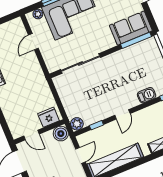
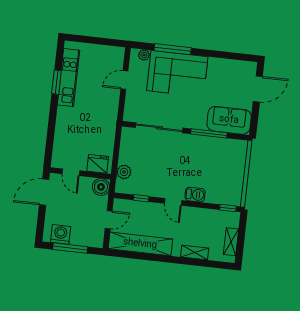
window: (136, 40) -> (209, 133), moved
barbecue: (147, 95) -> (195, 195), moved
door: (122, 114) -> (173, 202), hinge flipped
plant: (77, 124) -> (124, 172), moved

